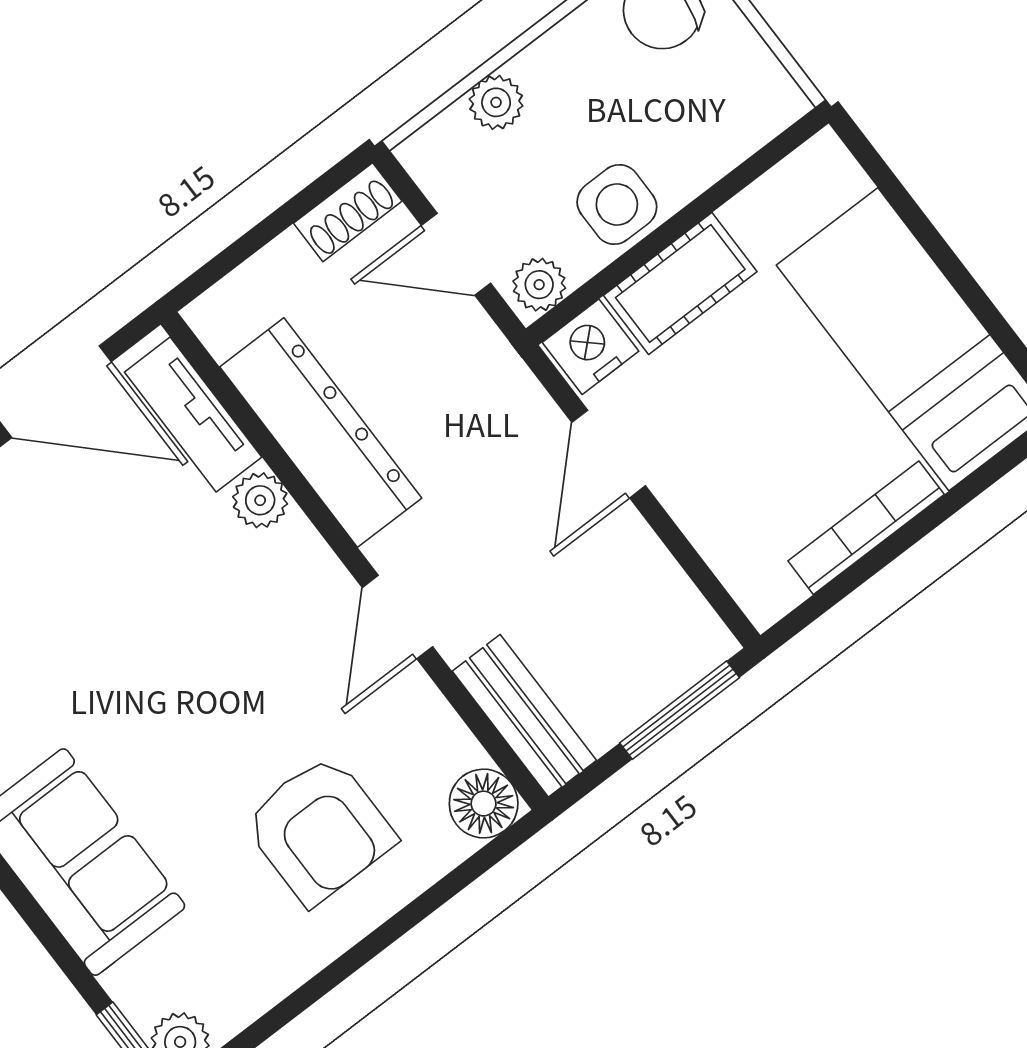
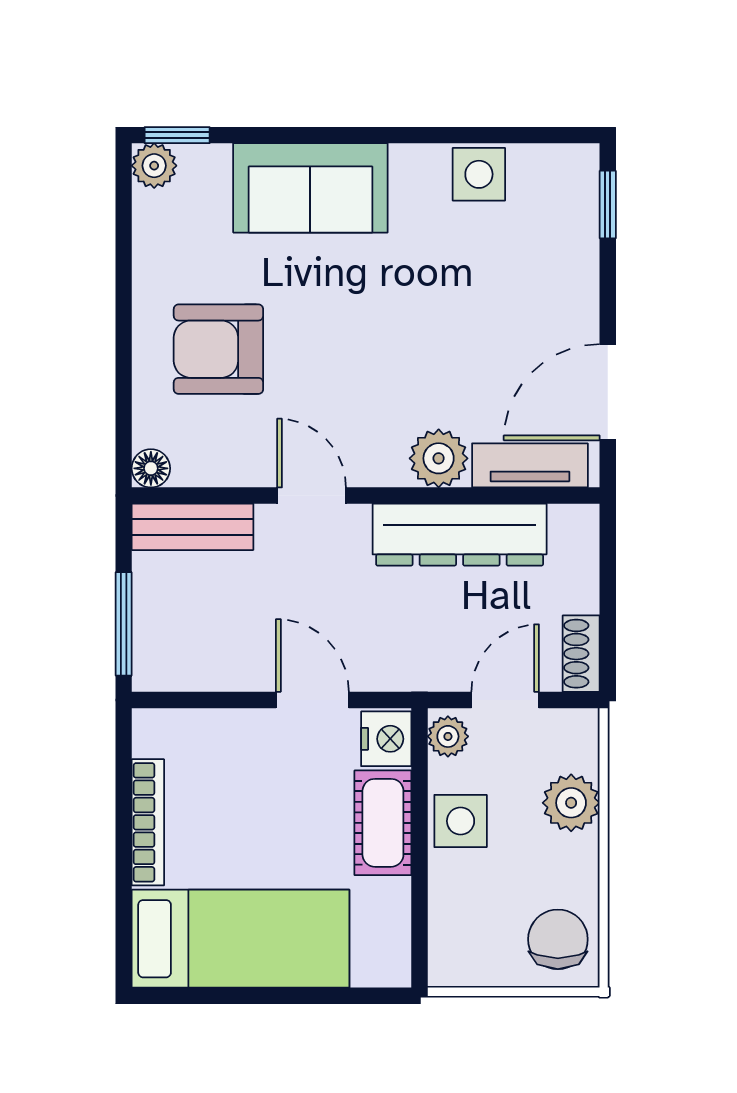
plant: (496, 102) -> (571, 803), width x1.38, depth x1.38
plant: (260, 500) -> (439, 458), width x1.38, depth x1.38
floor lamp: (484, 804) -> (151, 468), width x0.73, depth x0.73

